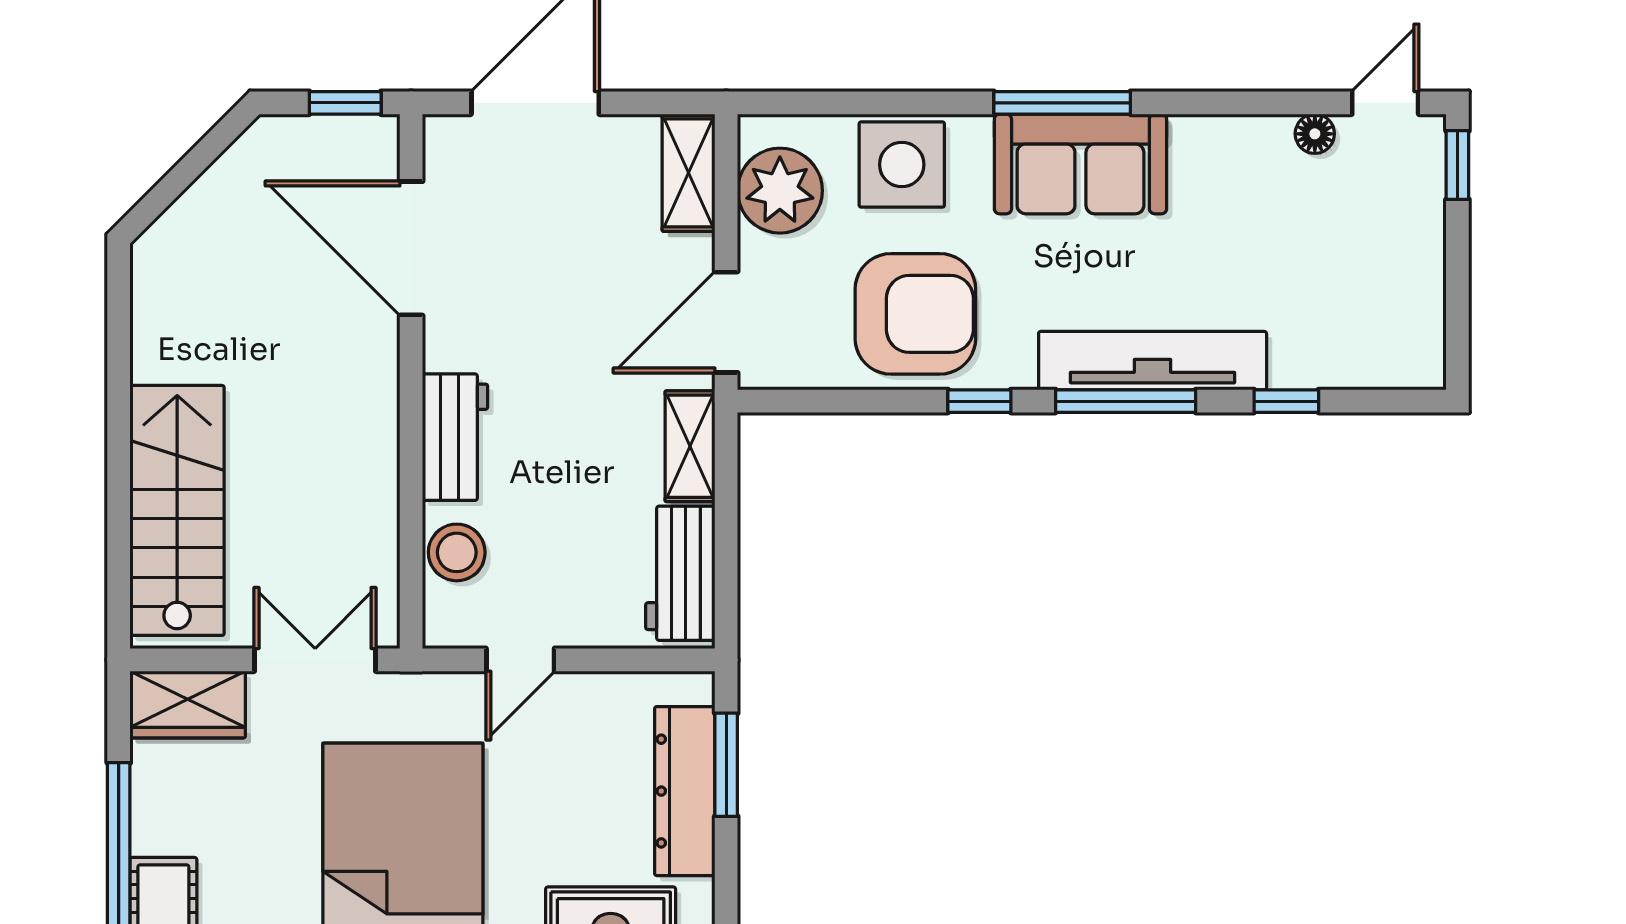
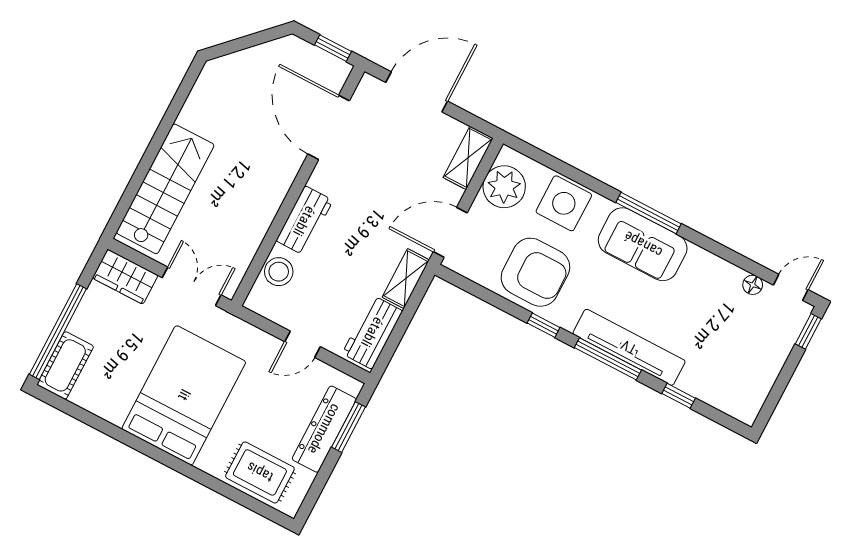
door: (520, 660) -> (302, 344), moved

